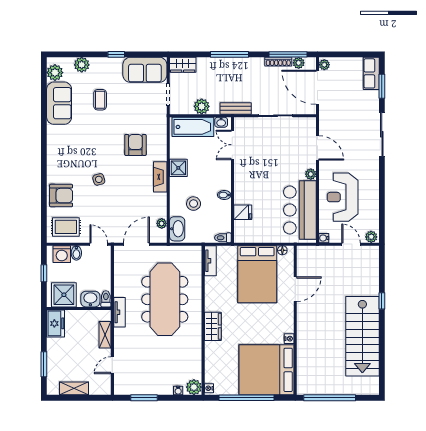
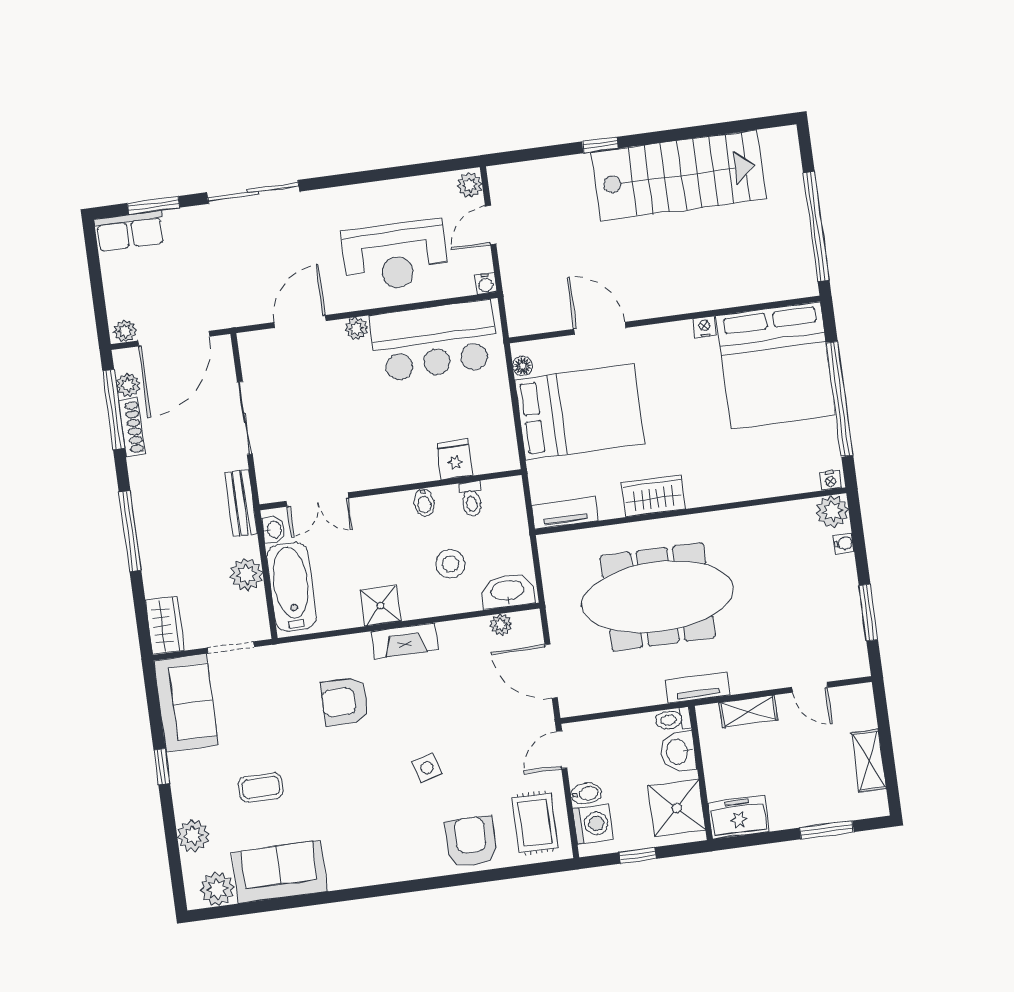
toilet: (223, 238) -> (471, 499), moved
wardrobe: (213, 326) -> (653, 496), moved

